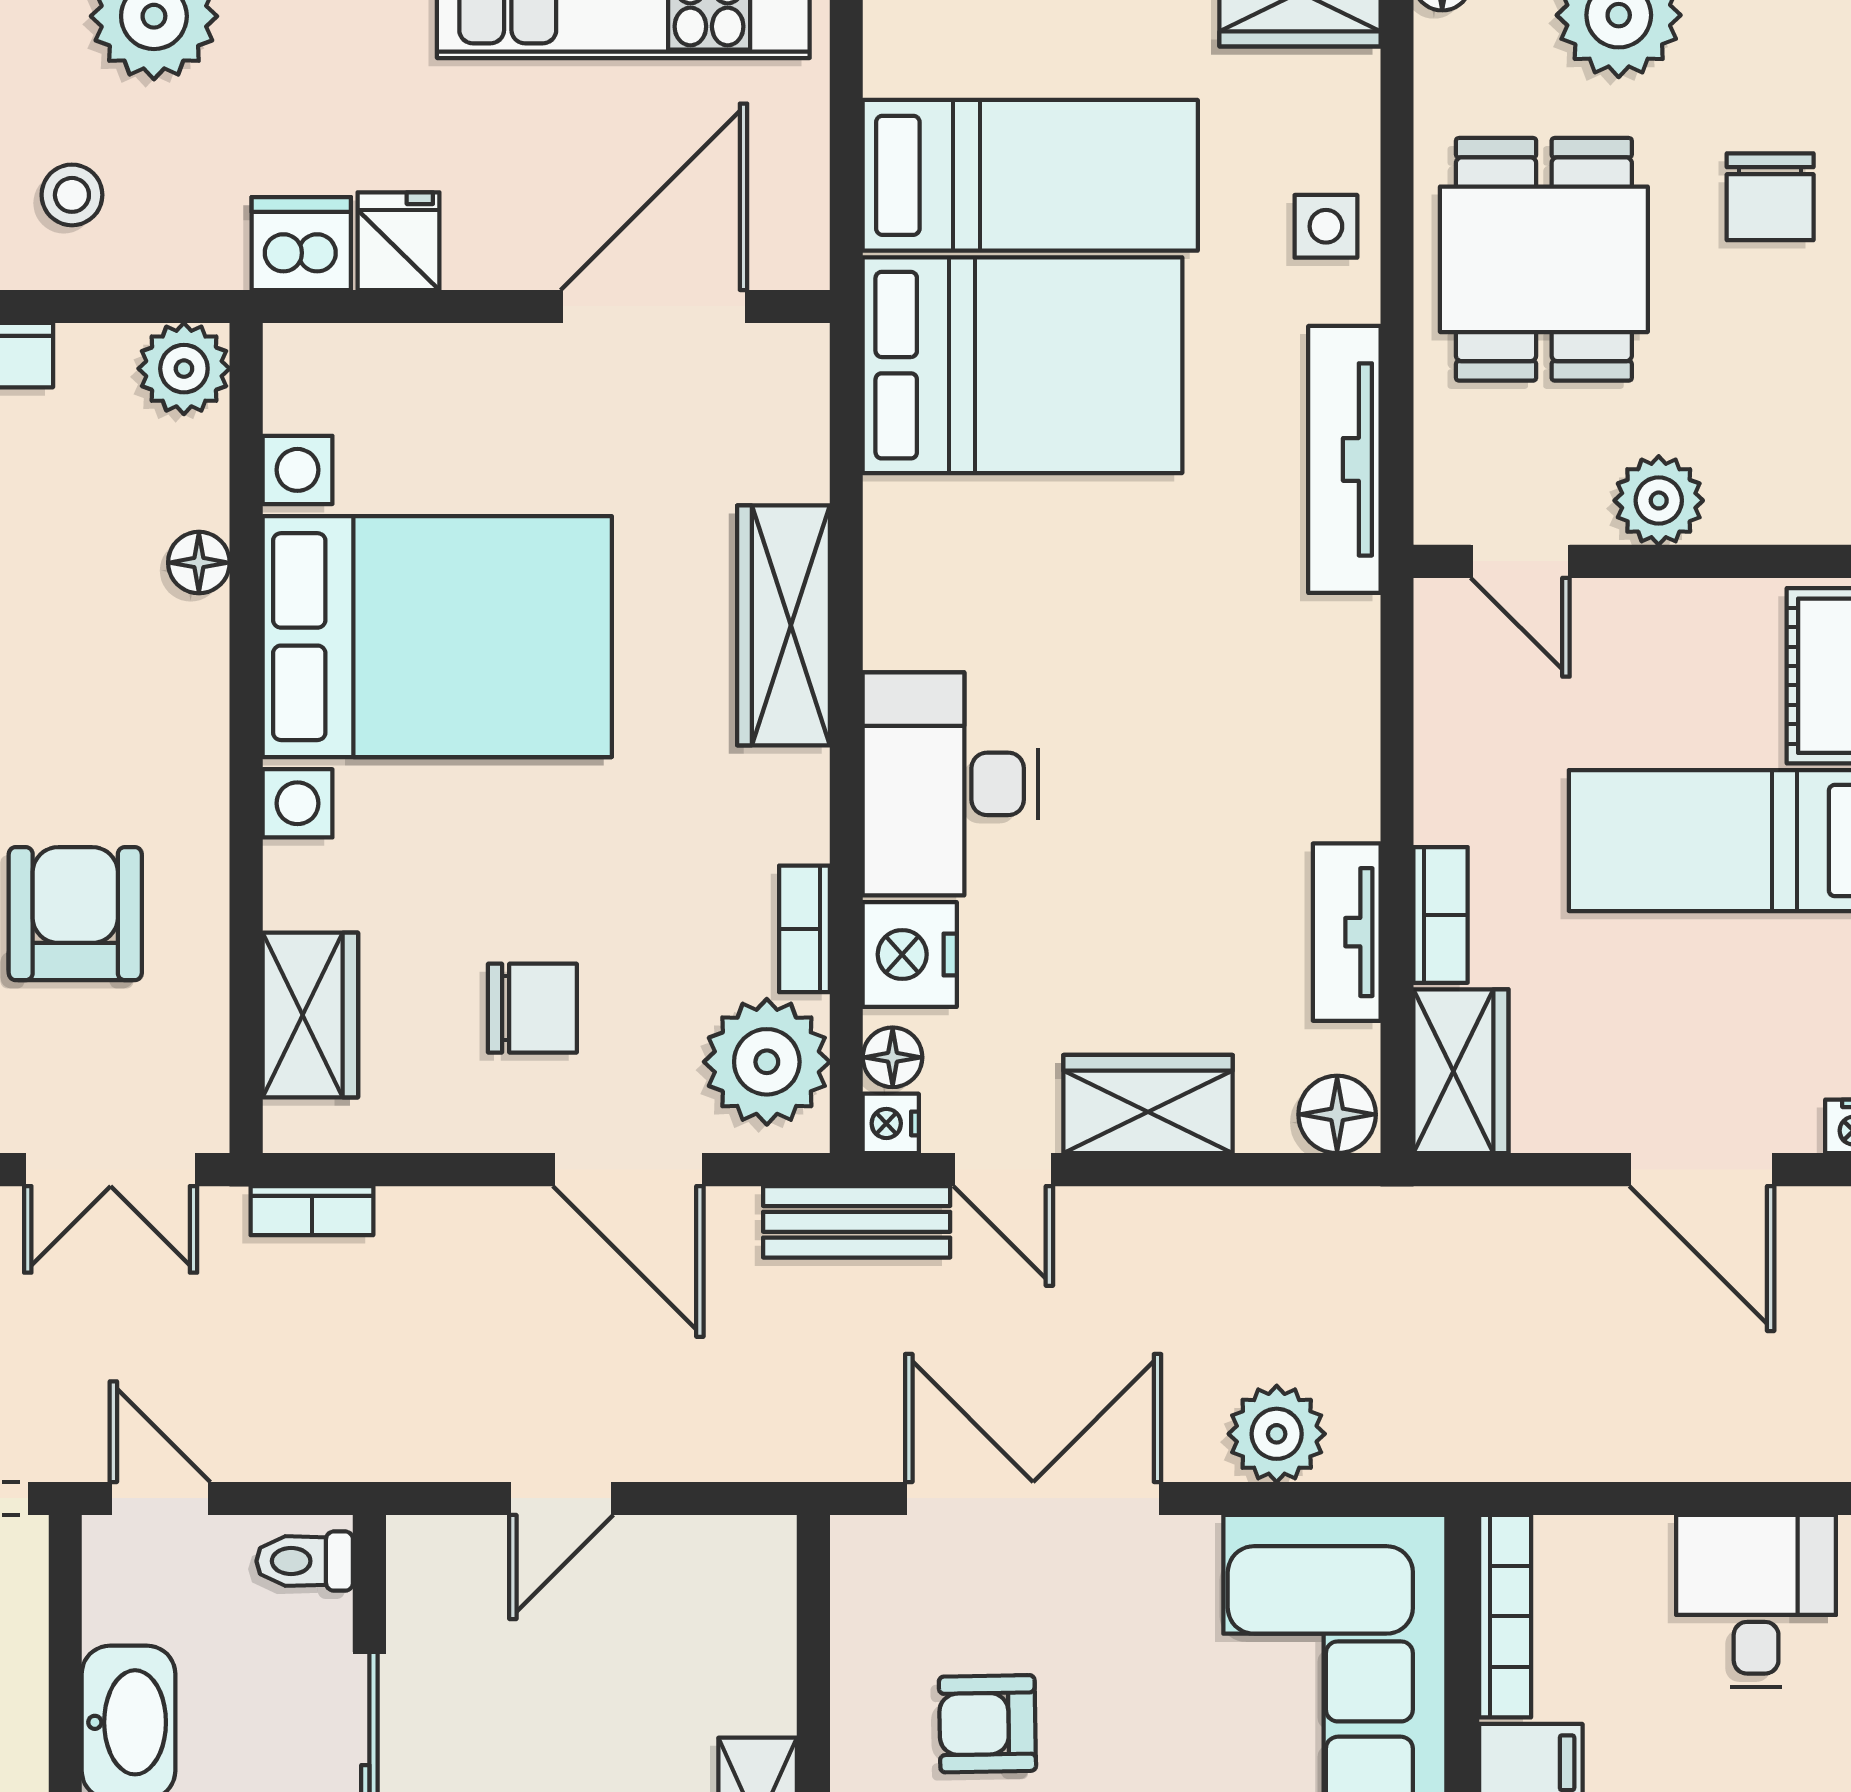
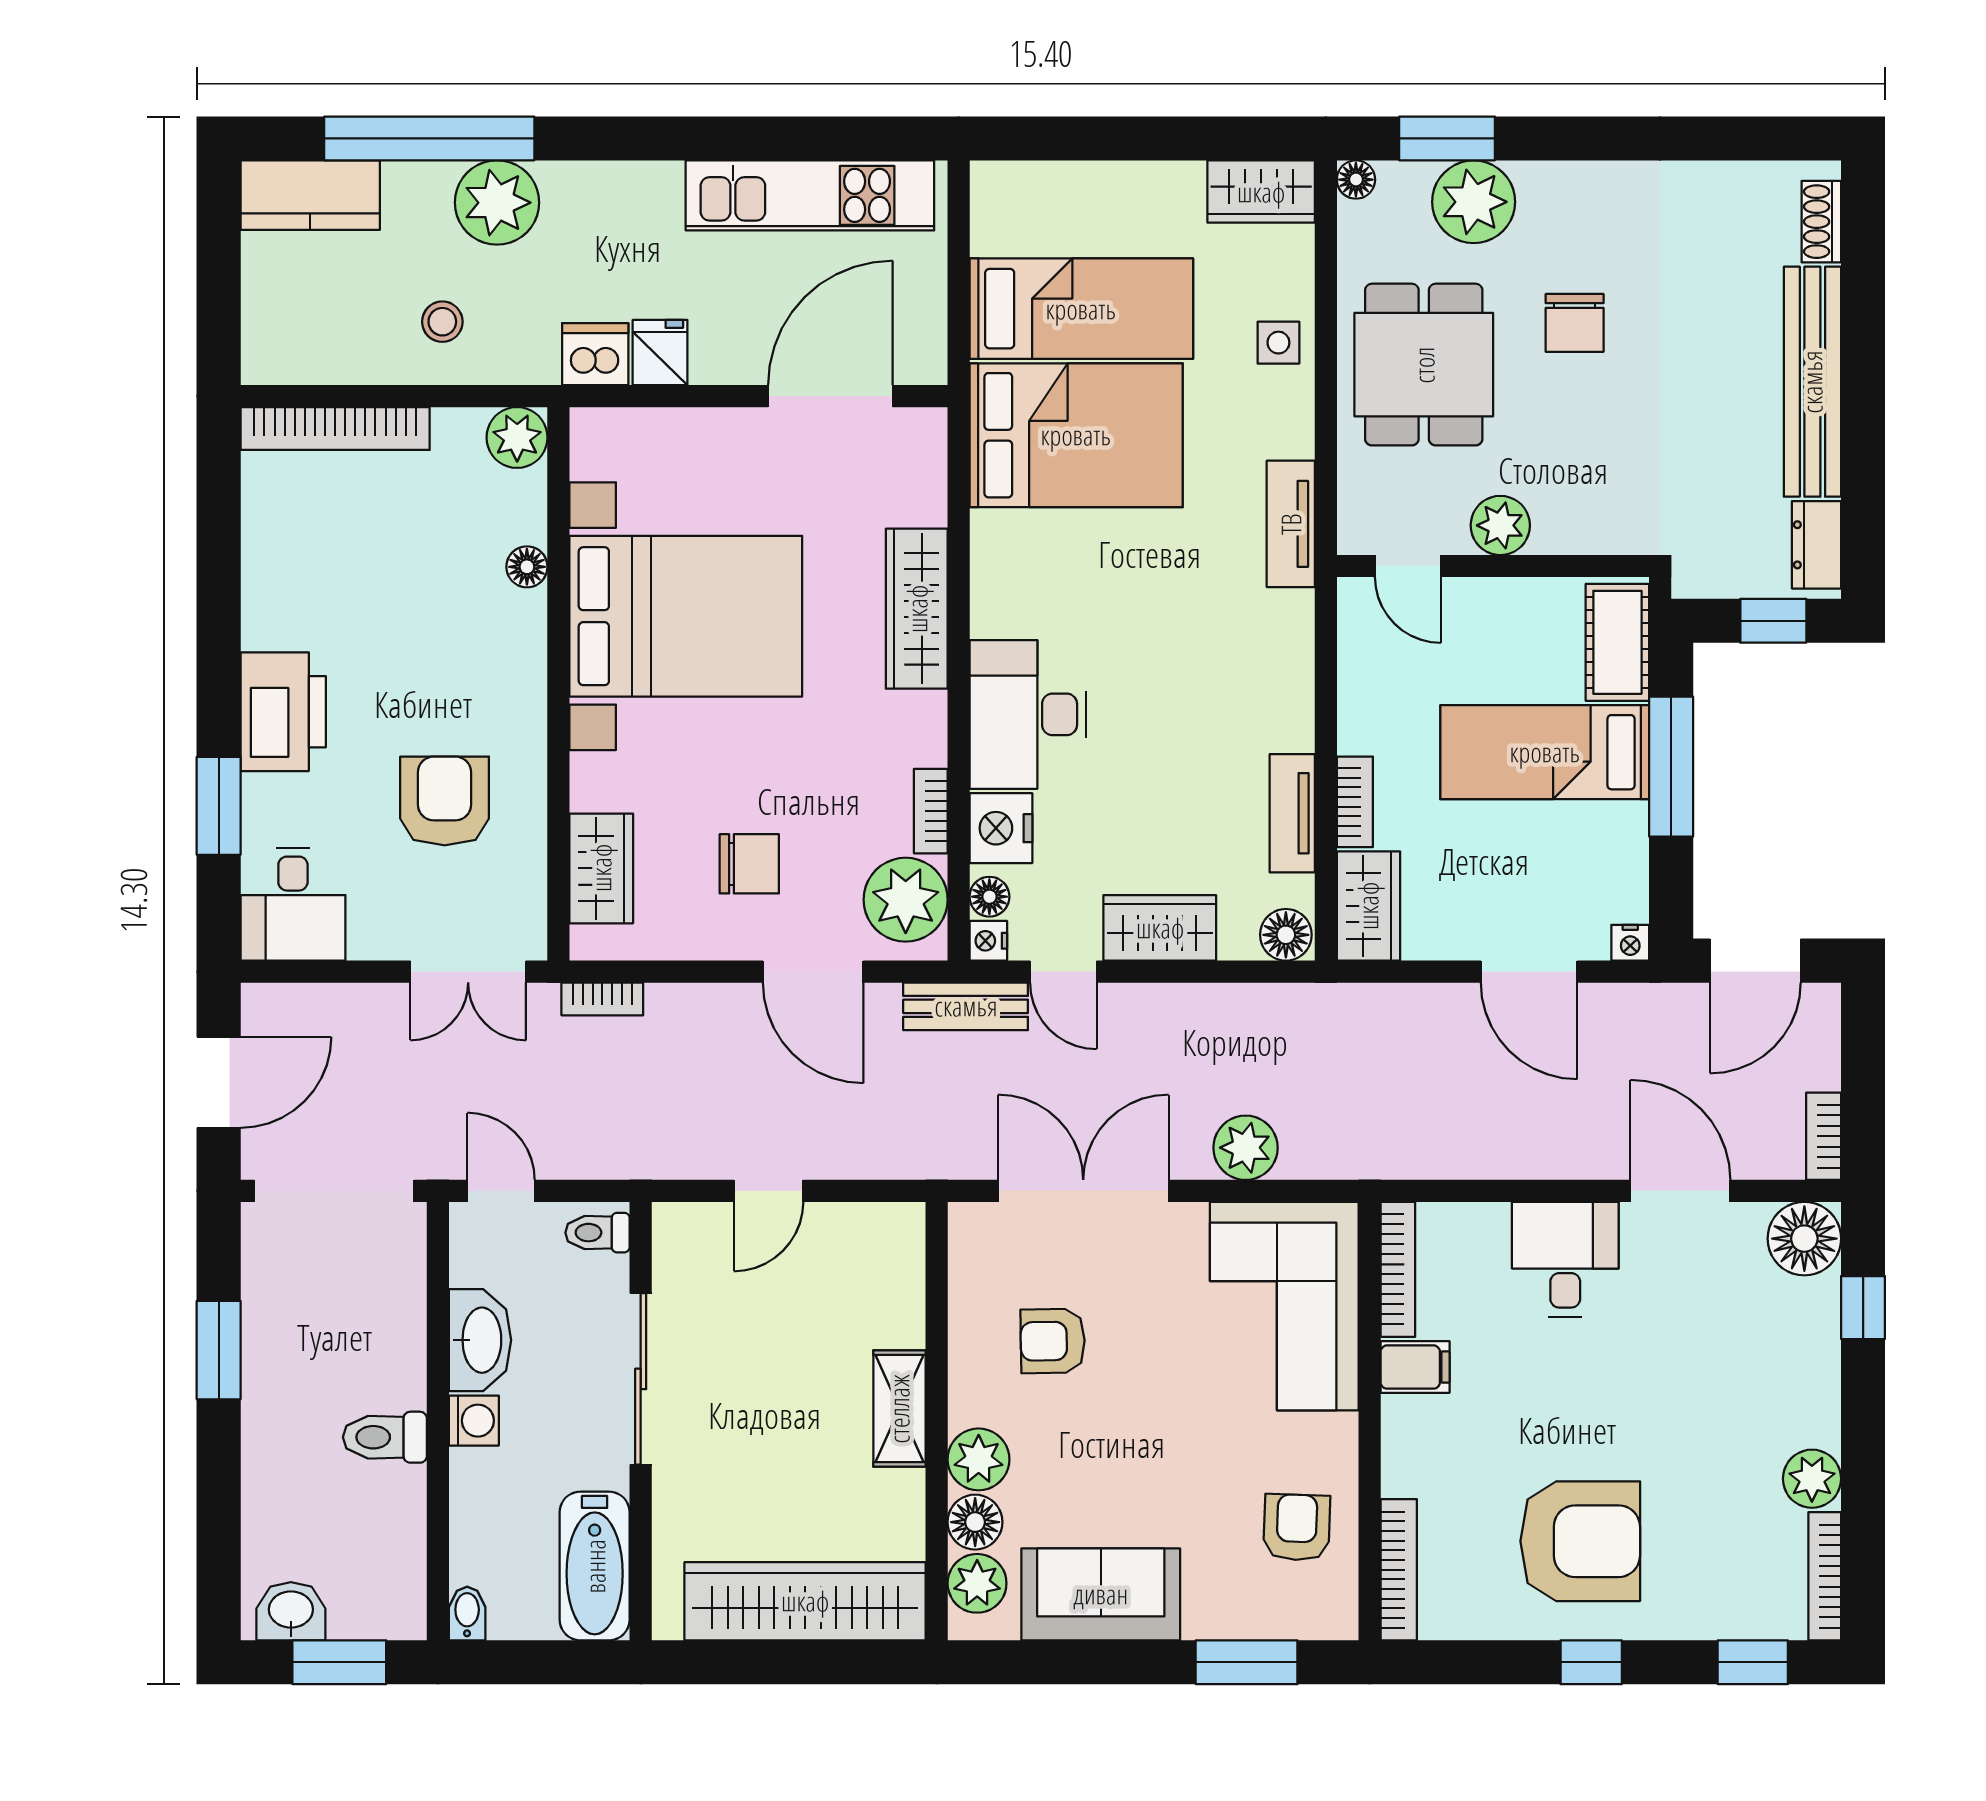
tv unit: (1344, 459) -> (1291, 524), width x0.71

